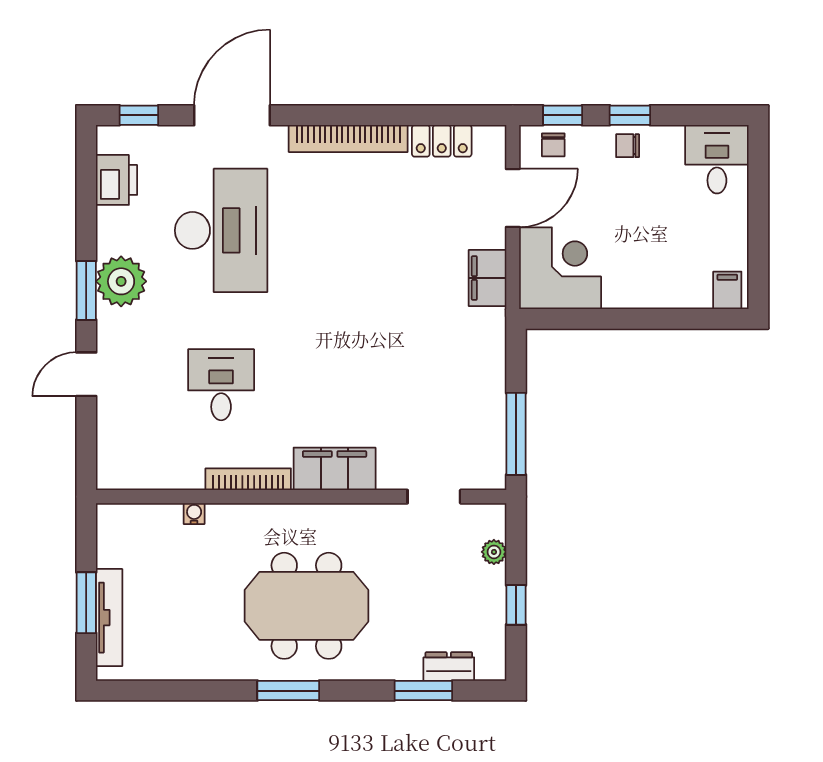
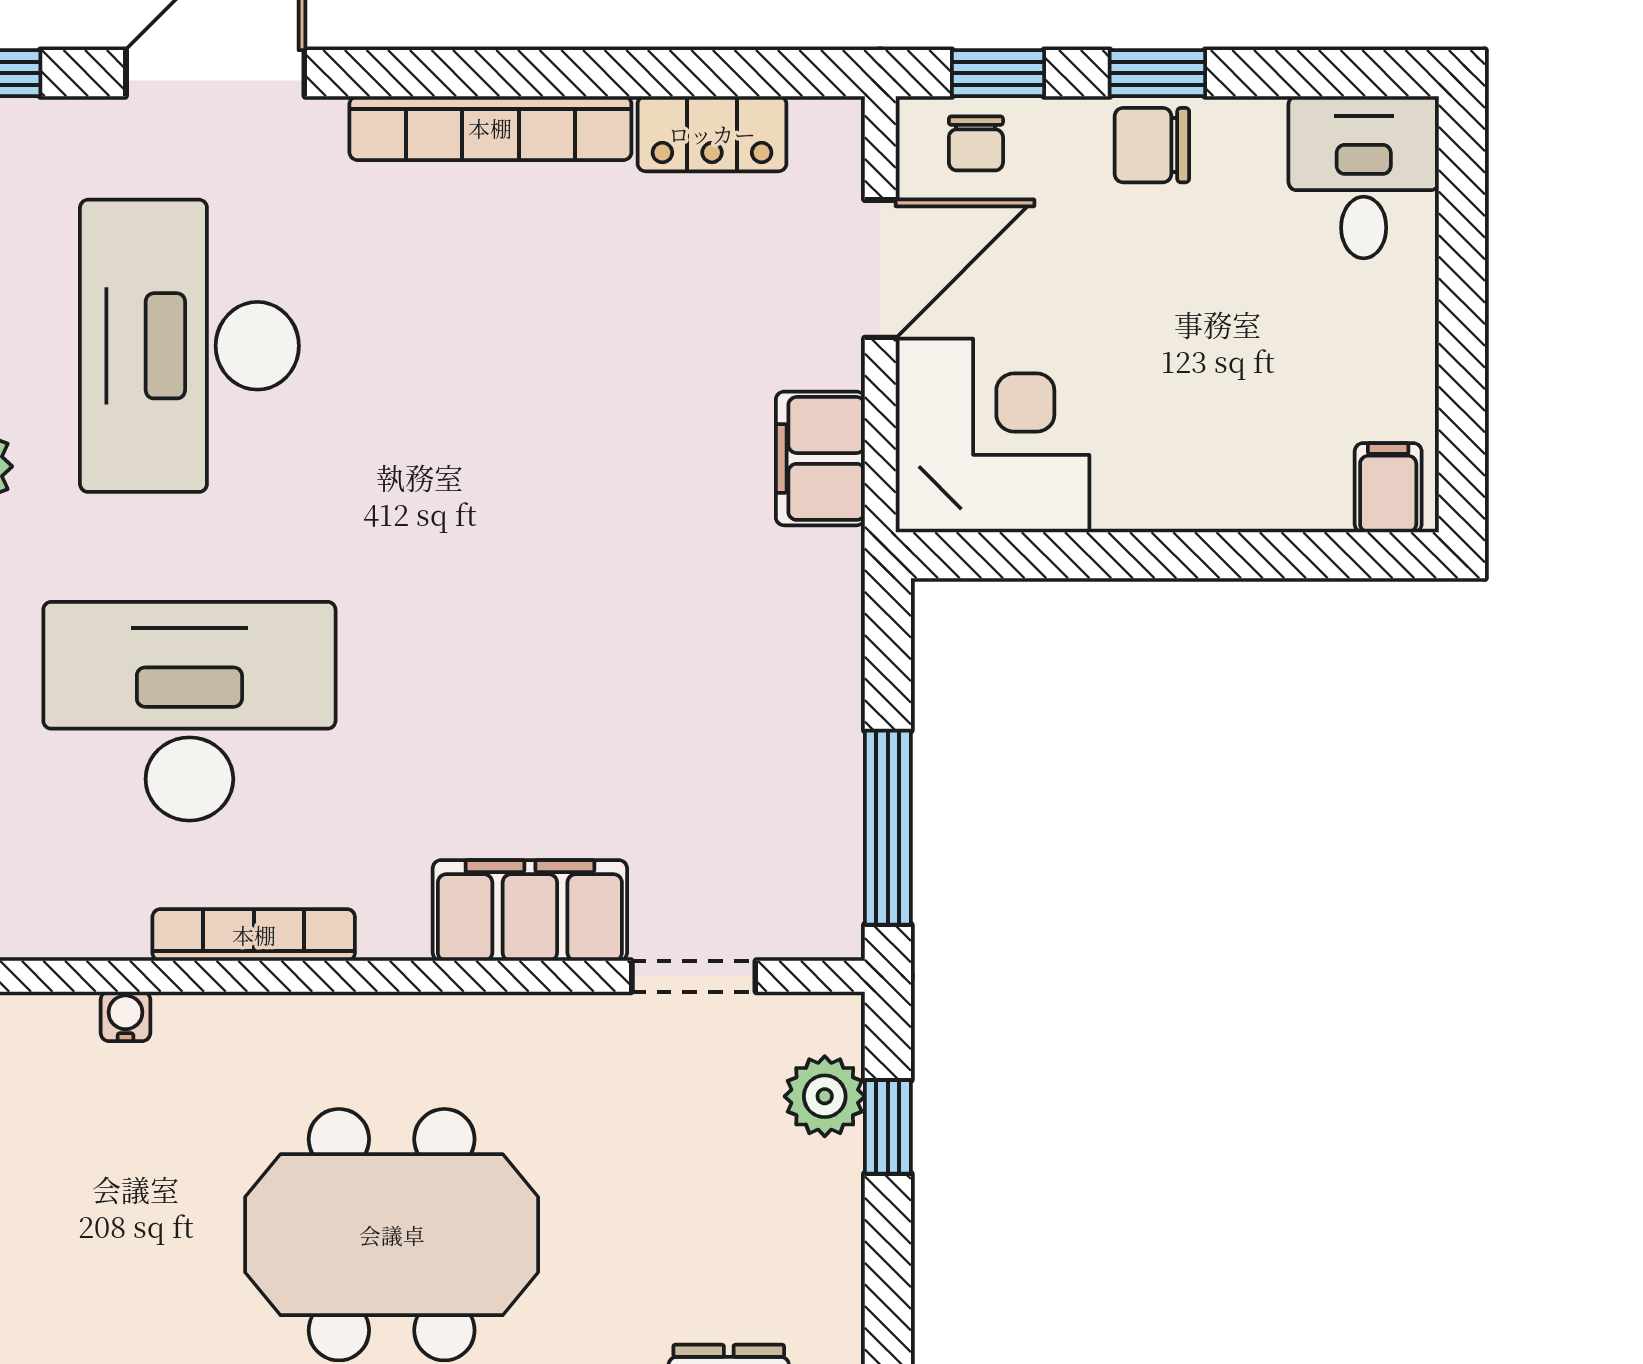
chair: (628, 146) -> (1152, 145), width x1.37, depth x1.37
desk: (221, 230) -> (189, 346), turned 180
desk: (221, 385) -> (189, 711), width x1.87, depth x1.30
filing cabinet: (335, 469) -> (530, 911), moved
plant: (494, 552) -> (825, 1096), width x1.38, depth x1.38
window: (516, 605) -> (888, 1127), moved

